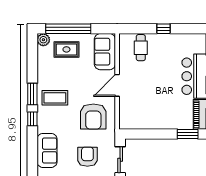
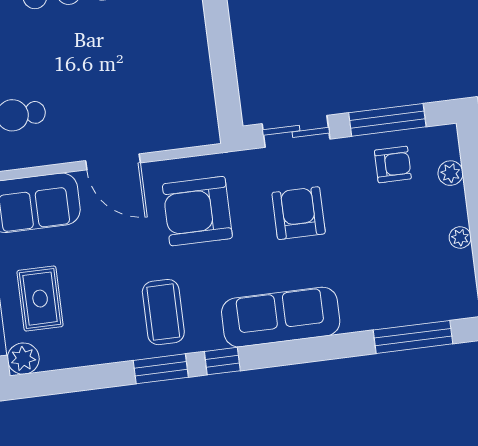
armchair: (93, 116) -> (197, 211), turned 180
sofa: (47, 150) -> (281, 317), width x1.36
armchair: (87, 157) -> (299, 213), turned 90

